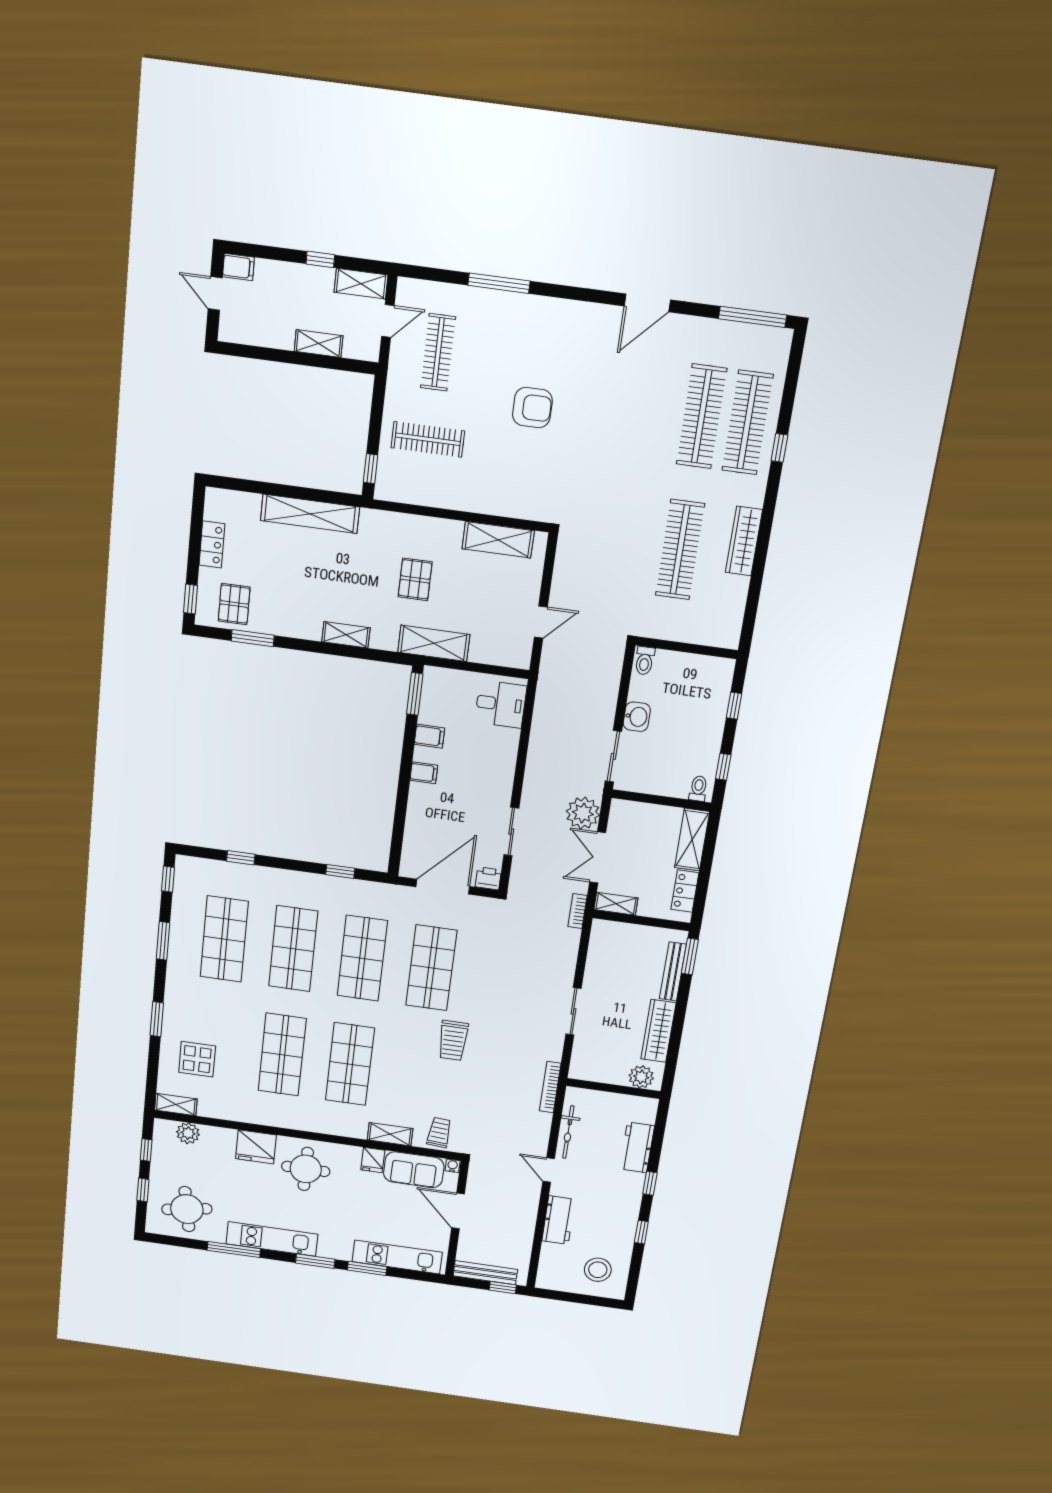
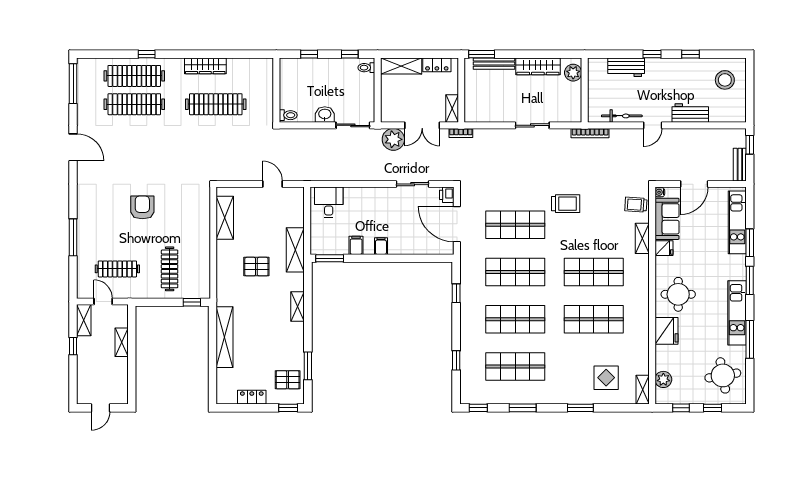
filing cabinet: (238, 267) -> (84, 395), removed
bench: (485, 1273) -> (740, 165), width x0.73

